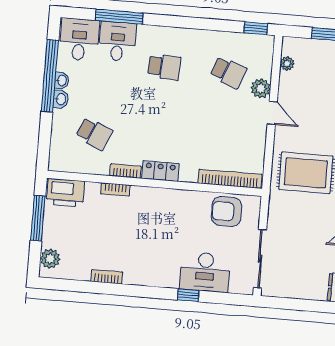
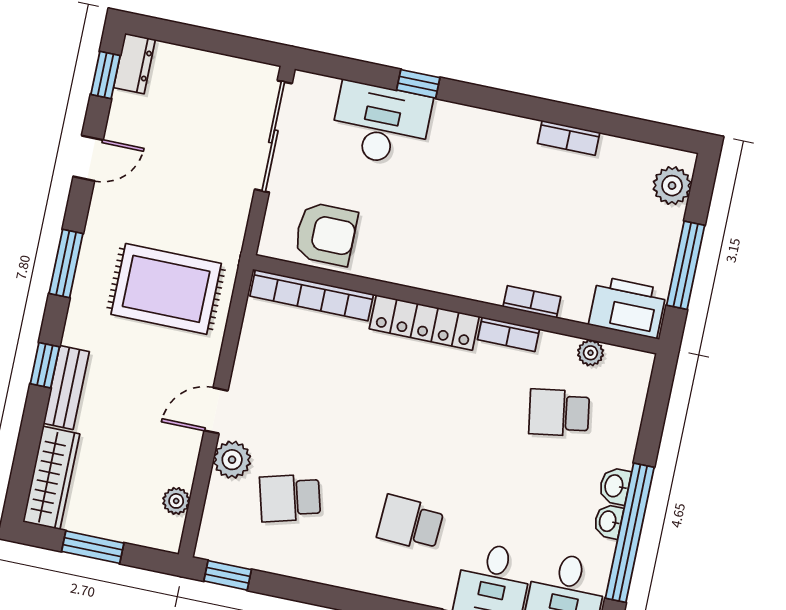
school desk: (228, 72) -> (290, 498), turned -36
door: (272, 113) -> (216, 411), hinge flipped
school desk: (94, 134) -> (559, 413), turned -33
plant: (82, 167) -> (591, 353), added
locker: (160, 171) -> (424, 322), width x1.53

